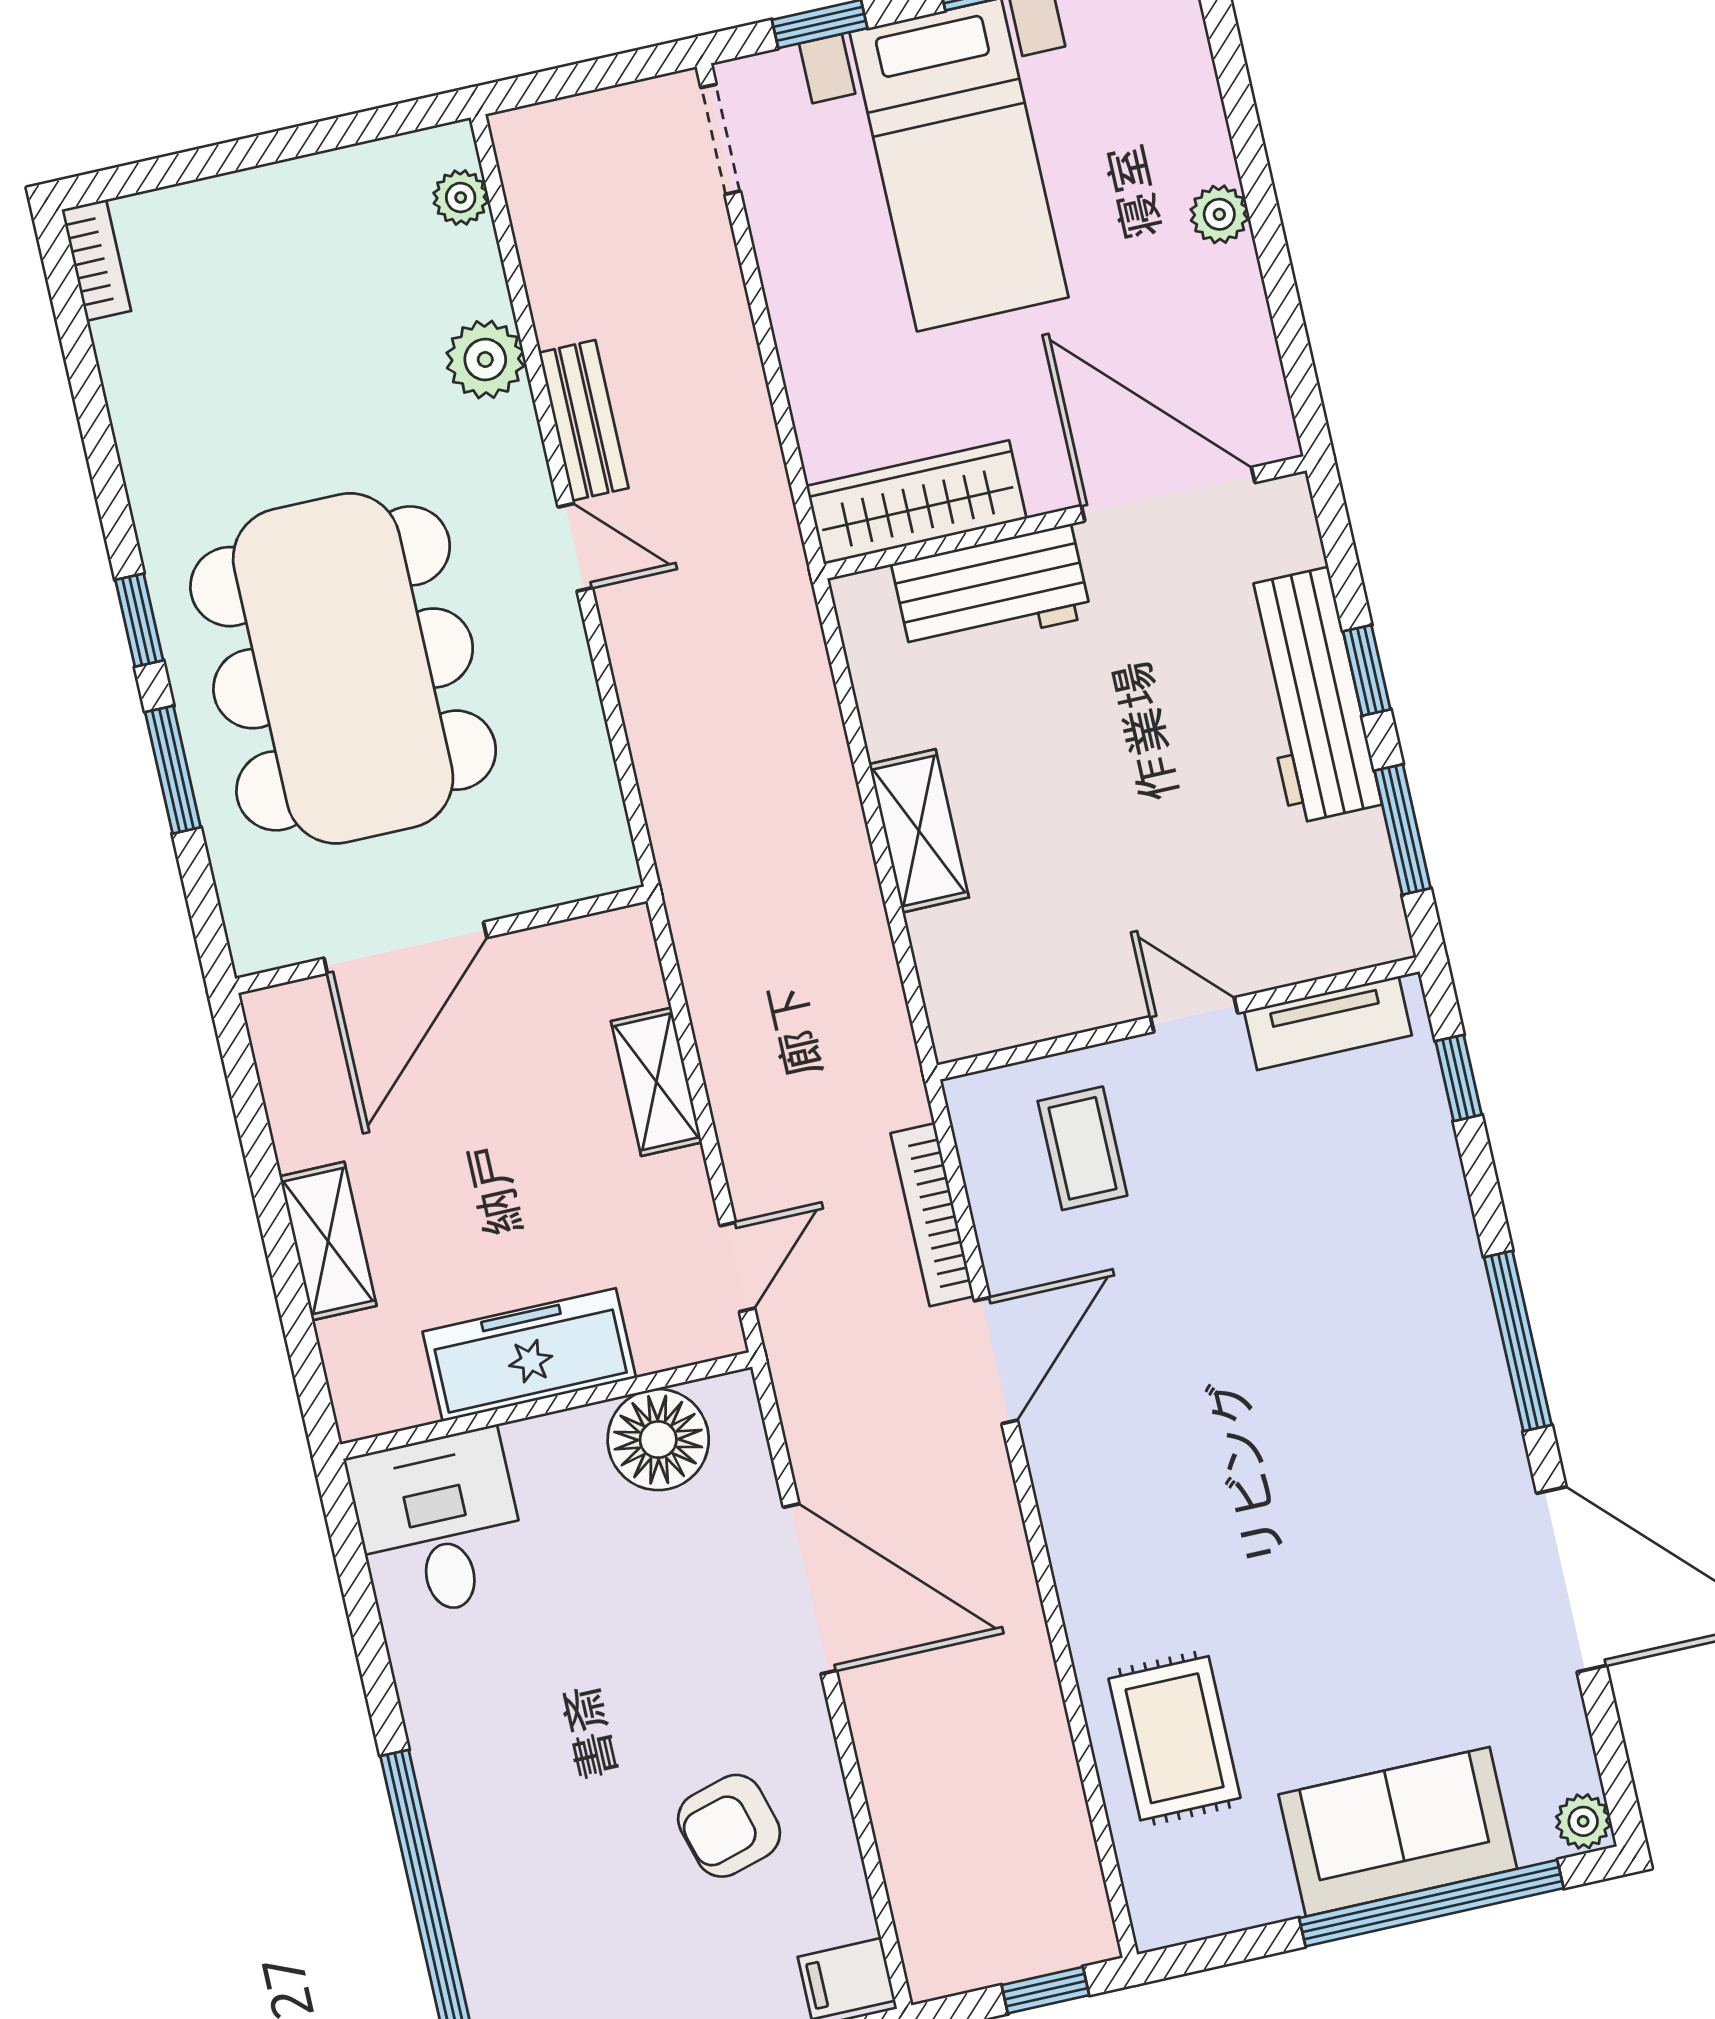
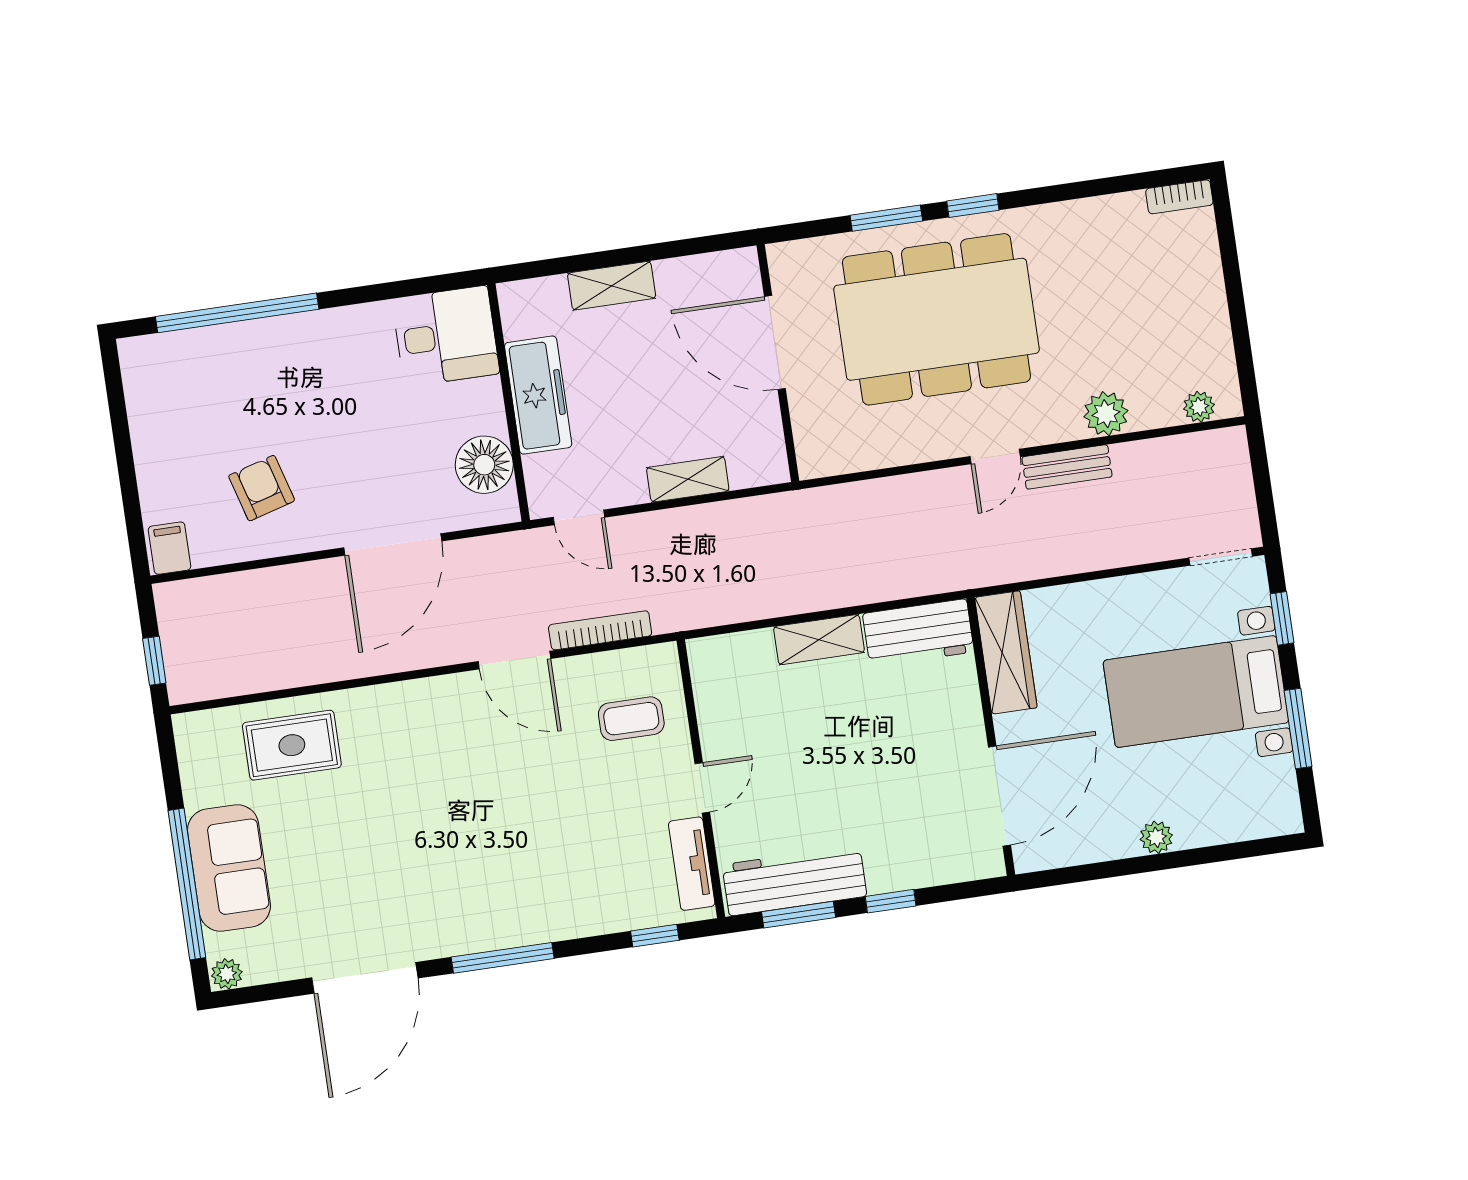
workbench: (991, 590) -> (918, 633), moved, turned -90
workbench: (1311, 696) -> (794, 880), moved

